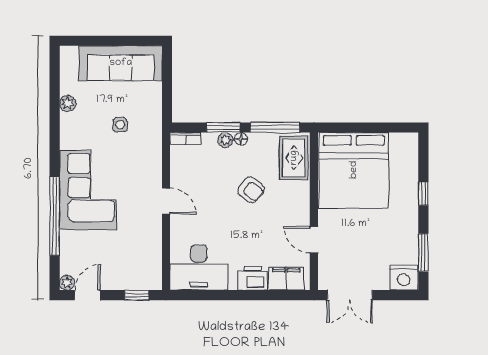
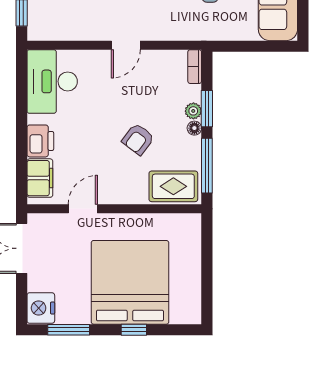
bed: (354, 170) -> (130, 282), moved, turned 90

